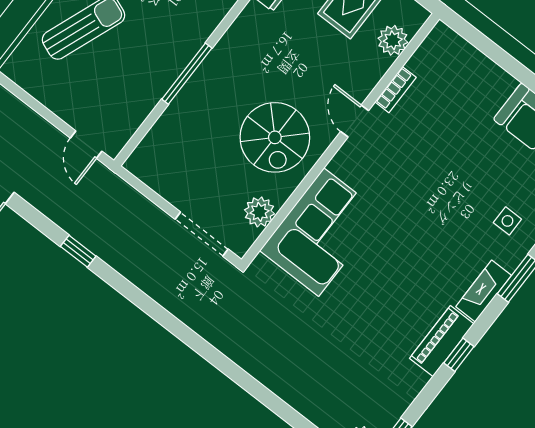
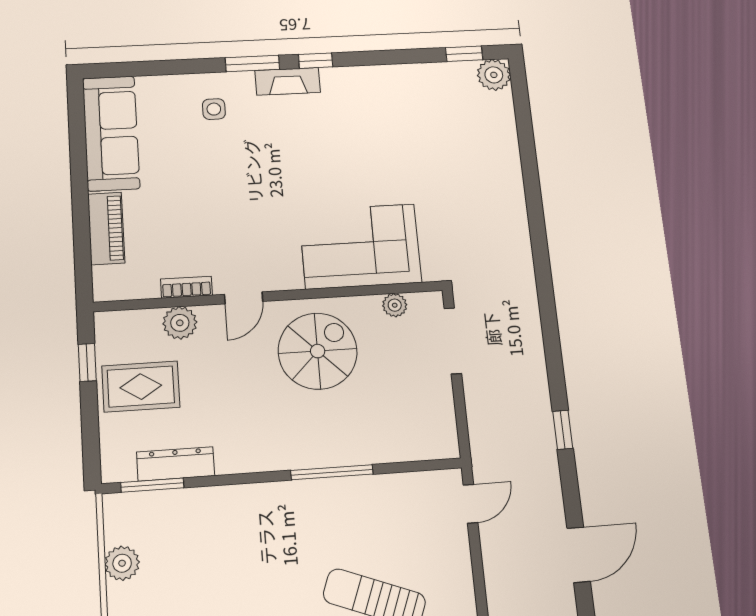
plant: (393, 40) -> (180, 323), moved
plant: (259, 212) -> (395, 305), width x0.73, depth x0.73
piano: (442, 341) -> (106, 228), moved, turned -90
window: (459, 355) -> (316, 61), moved

